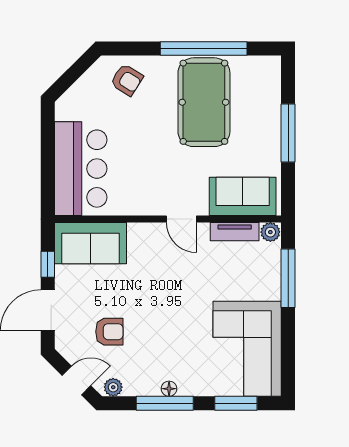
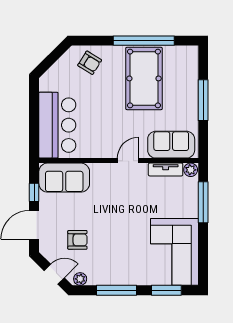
door: (181, 219) -> (128, 161), swing flipped
floor lamp: (169, 389) -> (119, 280), removed

